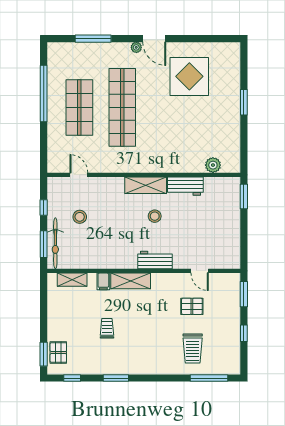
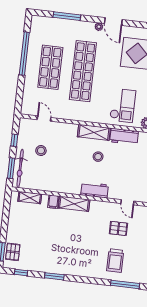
checkout: (179, 146) -> (123, 105), added
trolley: (107, 328) -> (52, 238), removed

